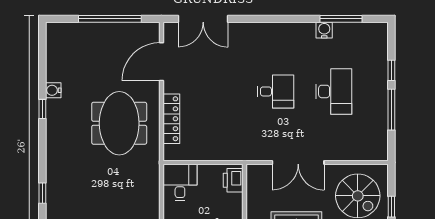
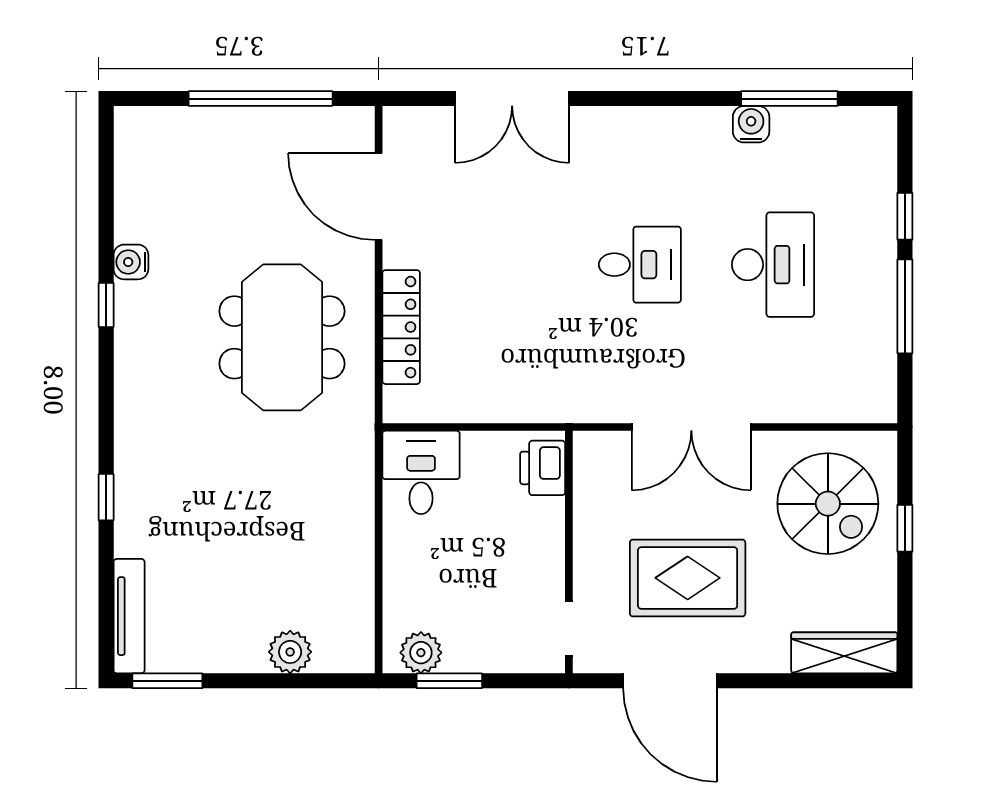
double door: (203, 19) -> (512, 99), moved
door: (161, 62) -> (379, 197), hinge flipped

